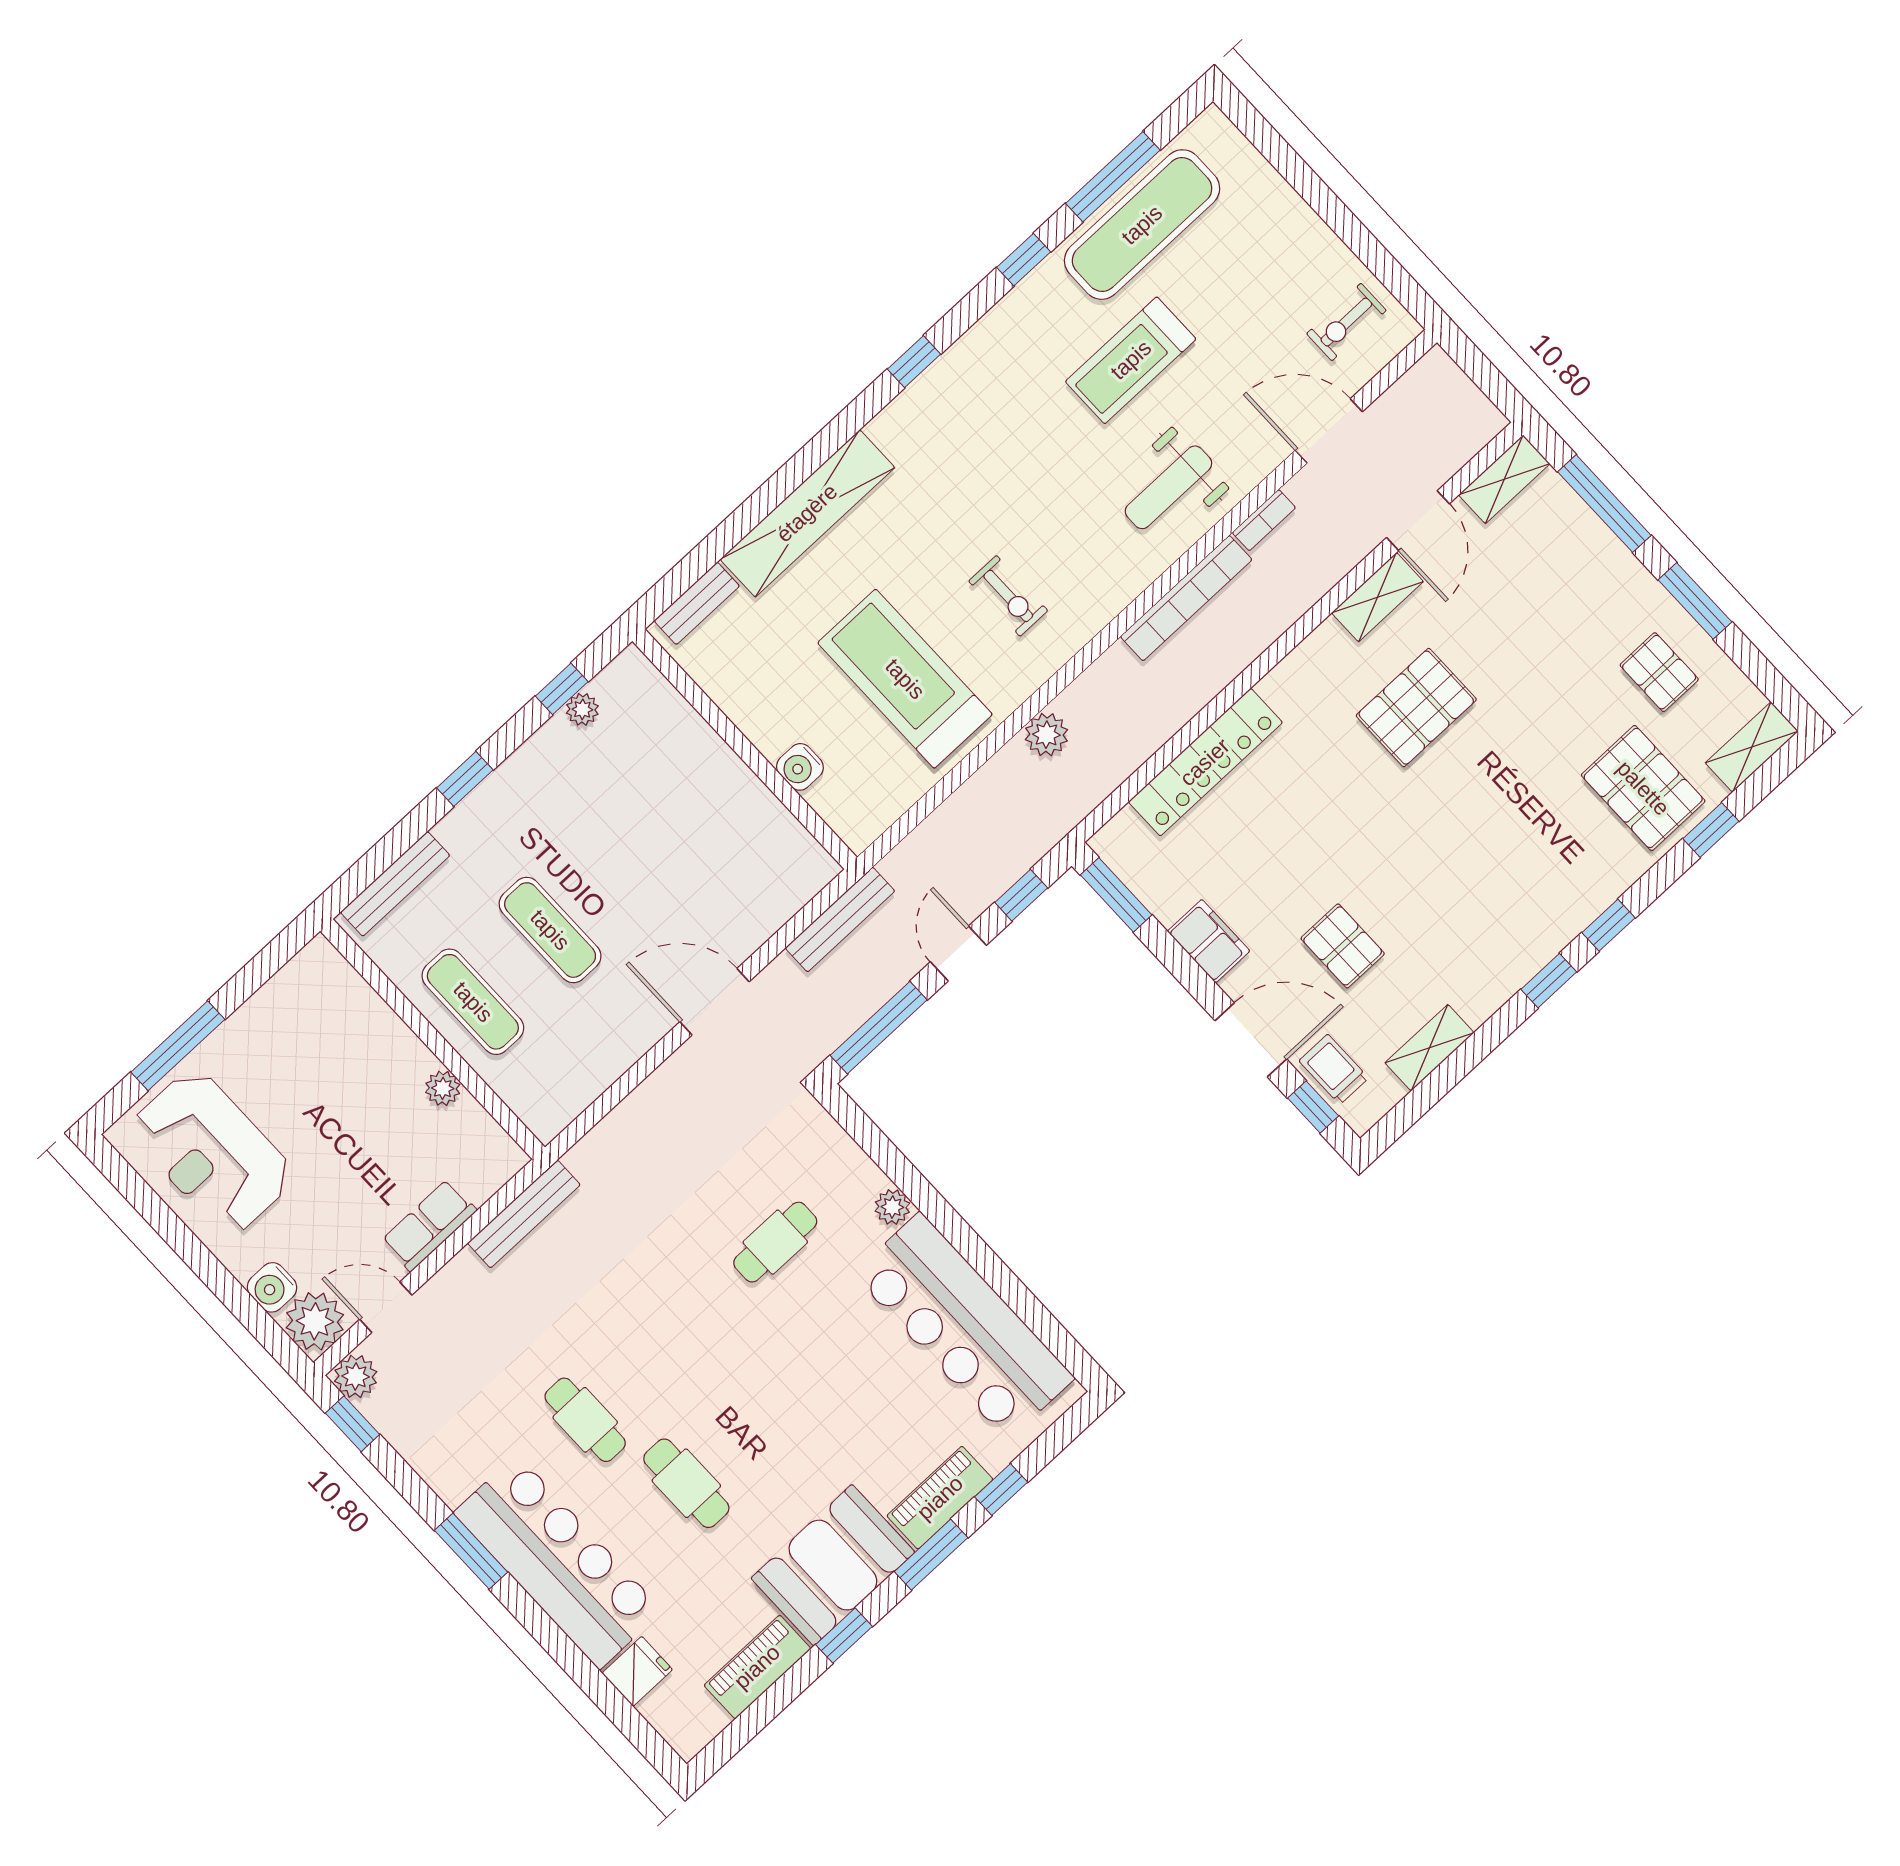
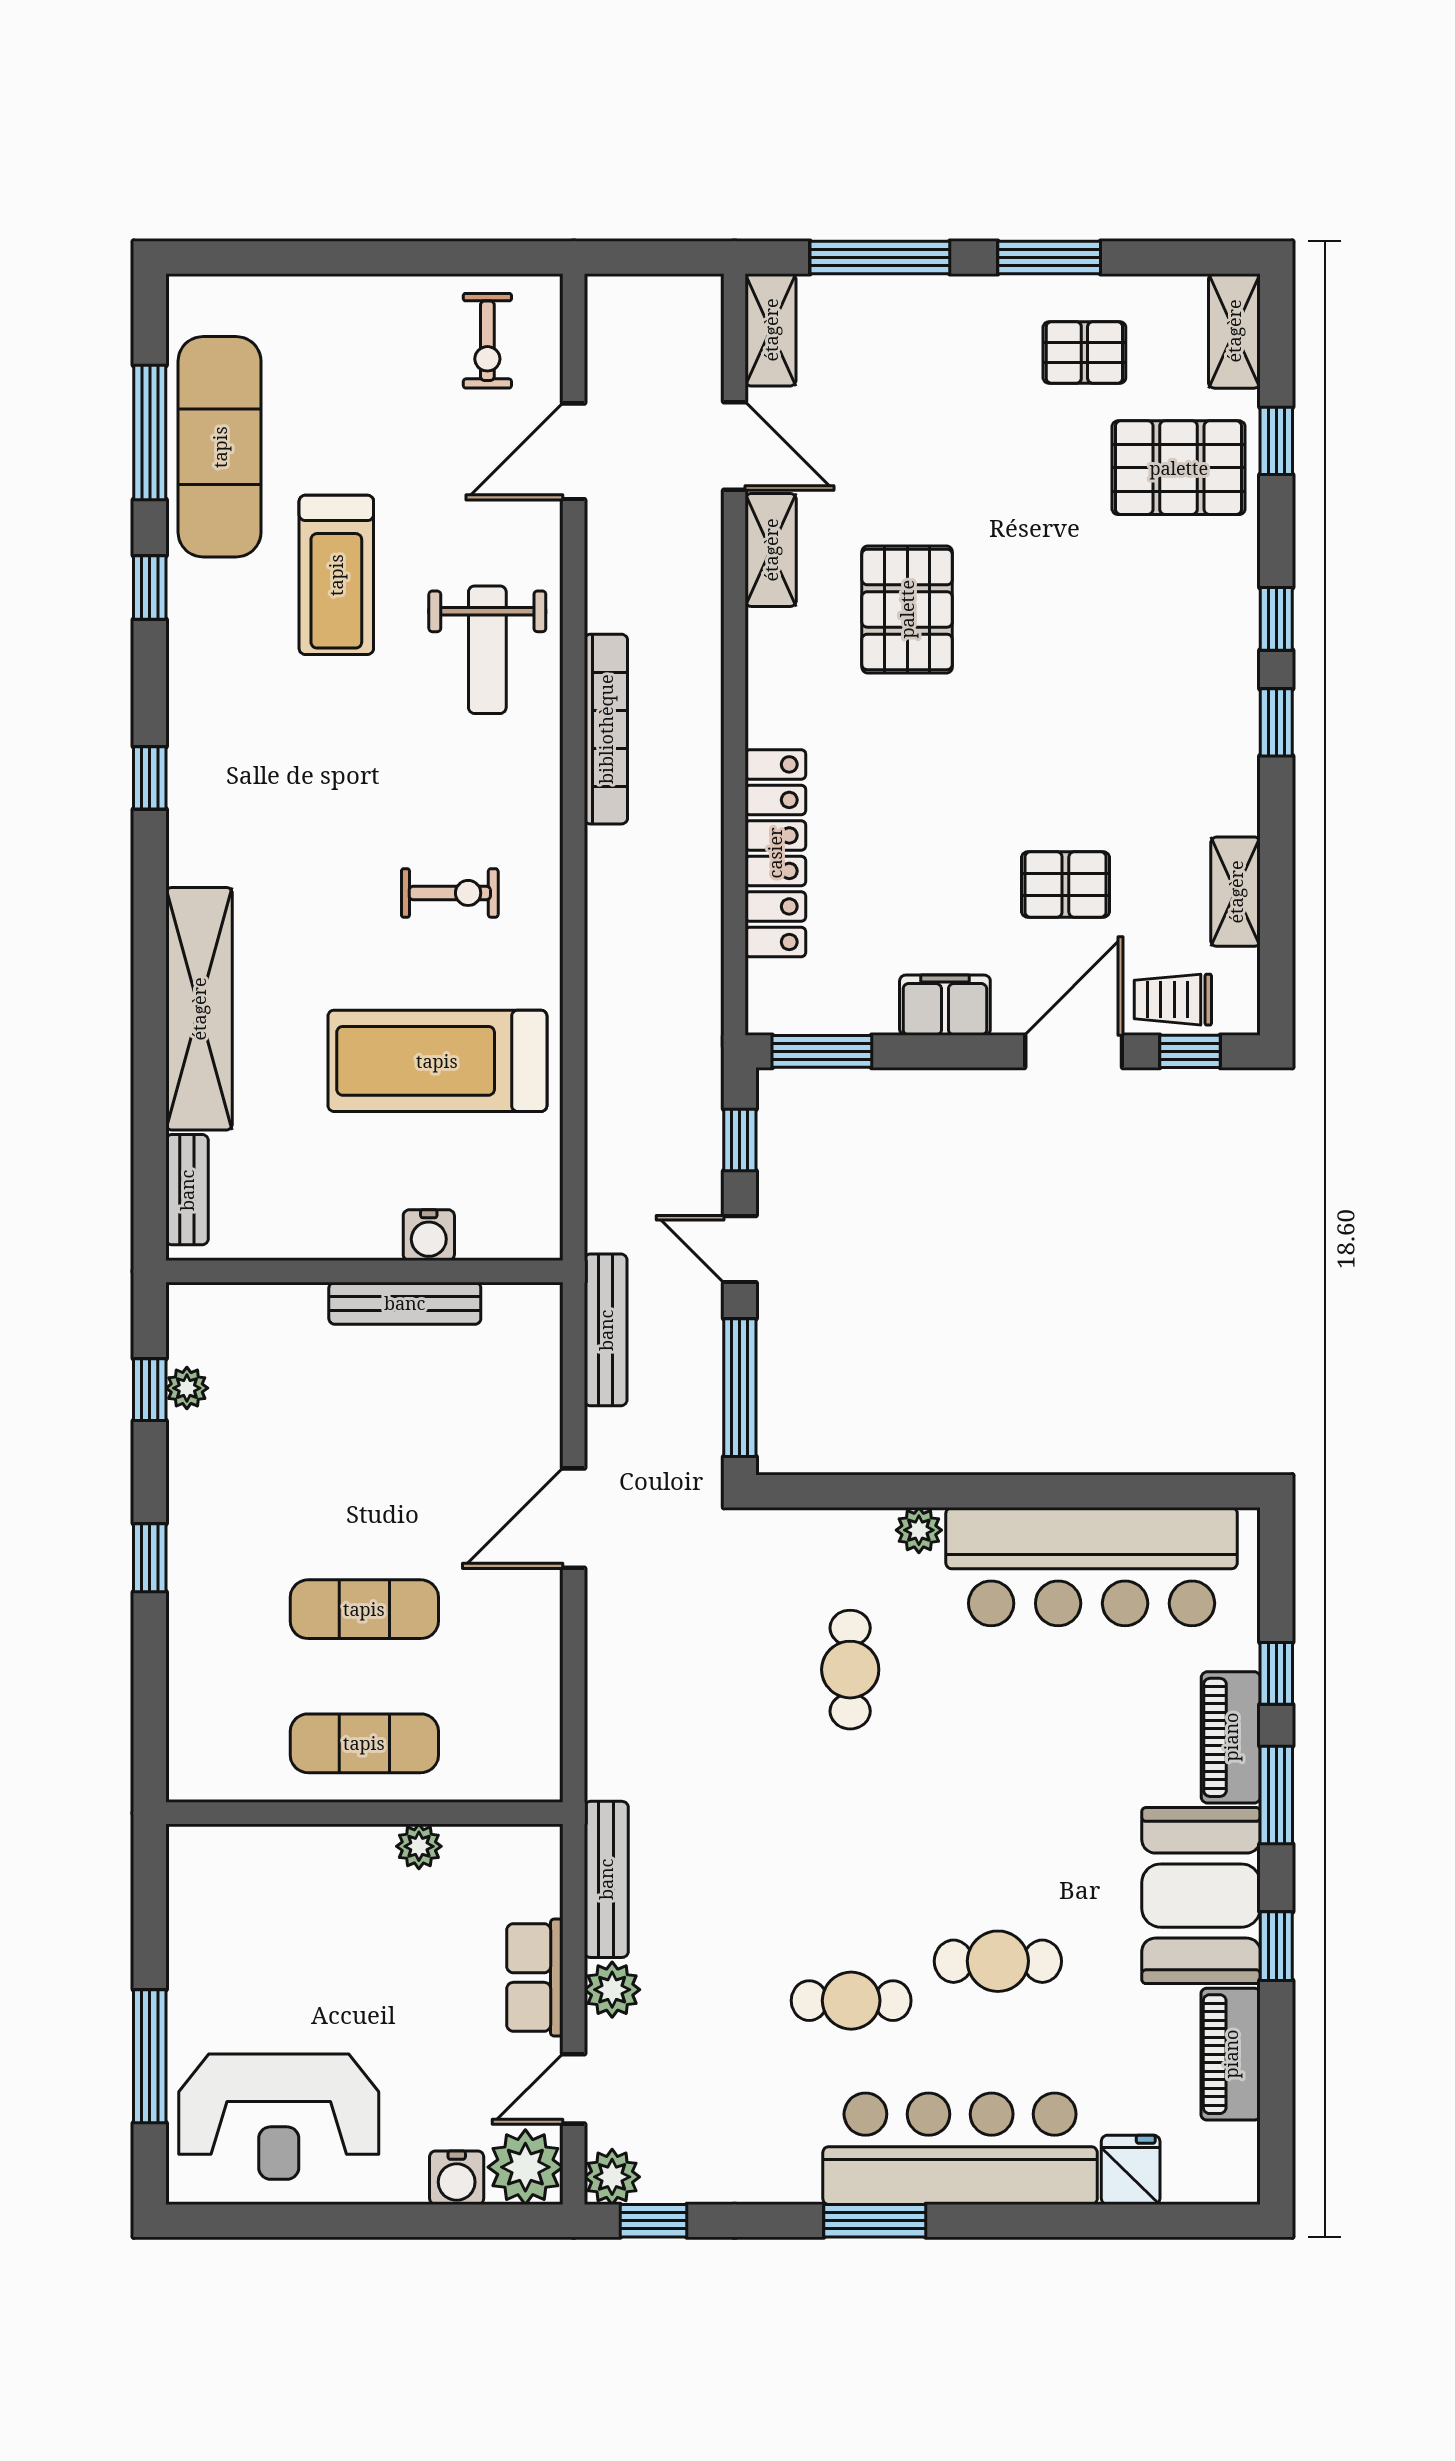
bookcase: (1264, 520) -> (601, 589), removed
plant: (1046, 735) -> (612, 1990), moved
bench: (395, 884) -> (405, 1303), moved, turned 90

